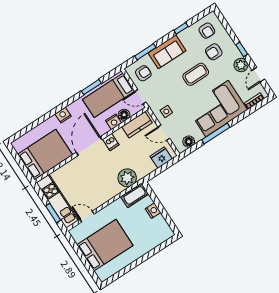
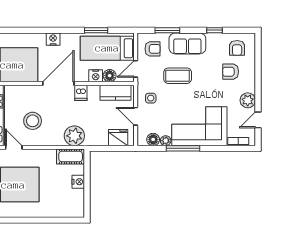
window: (242, 49) -> (258, 86), removed
coffee table: (196, 74) -> (178, 76), moved
door: (140, 97) -> (136, 69), hinge flipped
plant: (199, 136) -> (166, 141), added
stool: (88, 187) -> (33, 121), added

